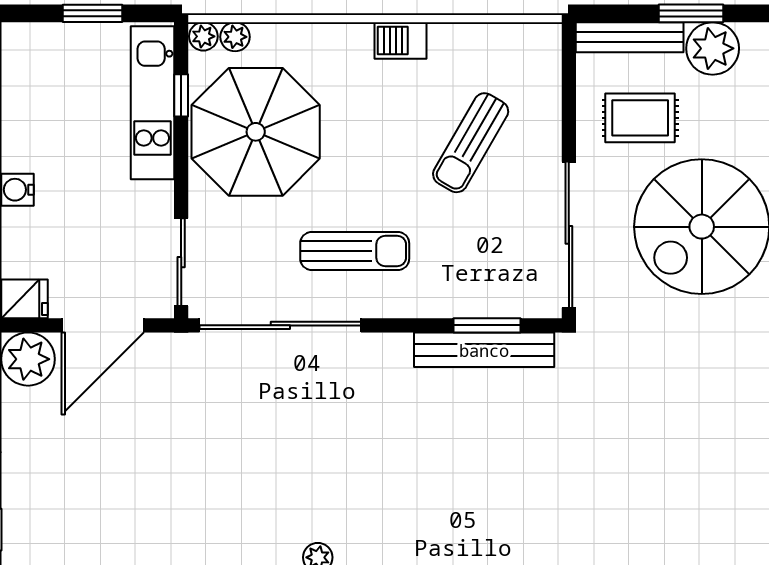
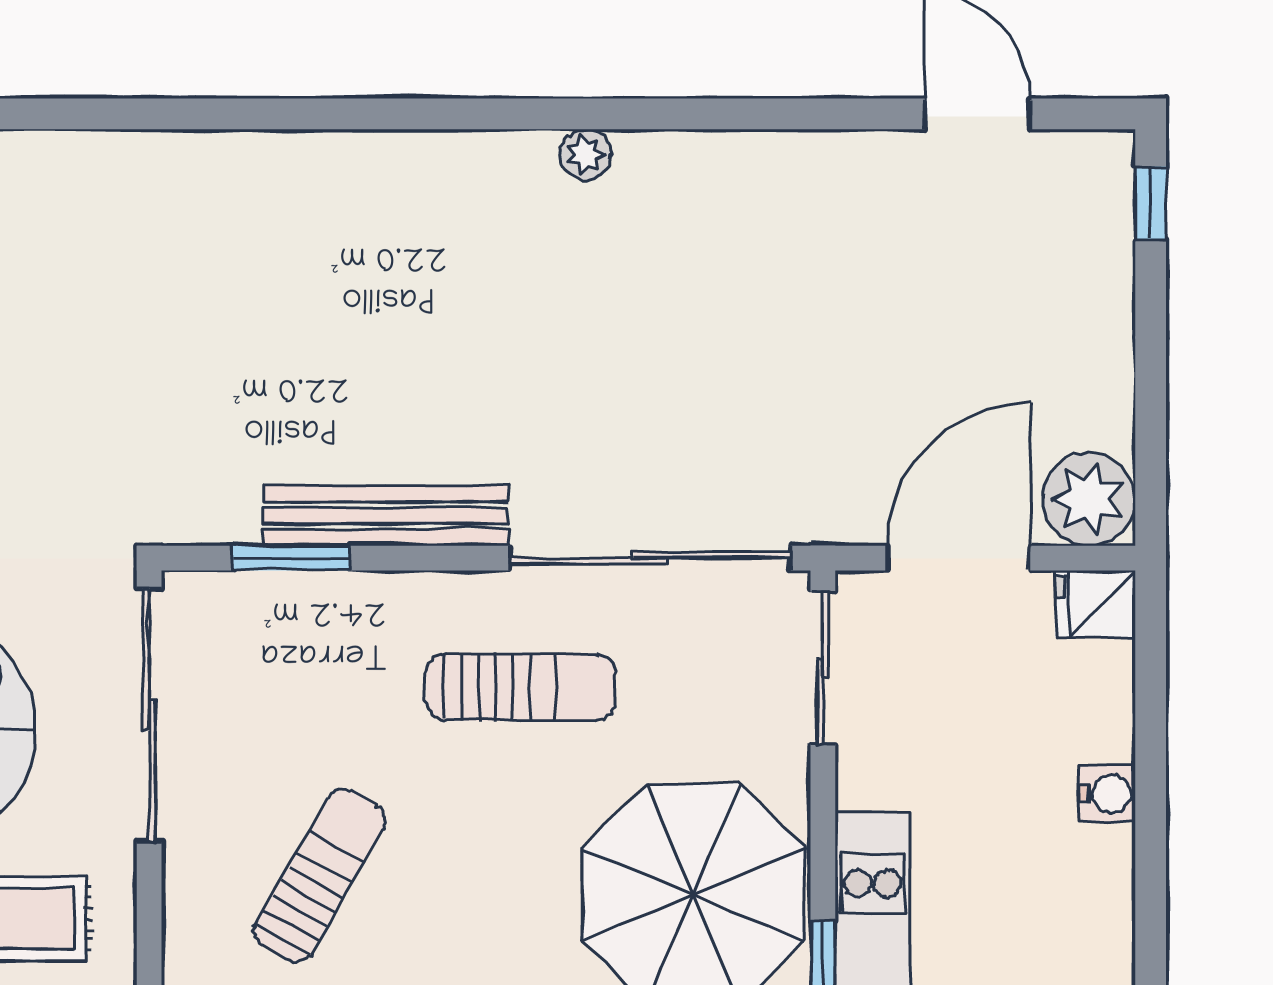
sun lounger: (355, 251) -> (521, 687), turned 180
bench: (484, 350) -> (386, 515), moved

